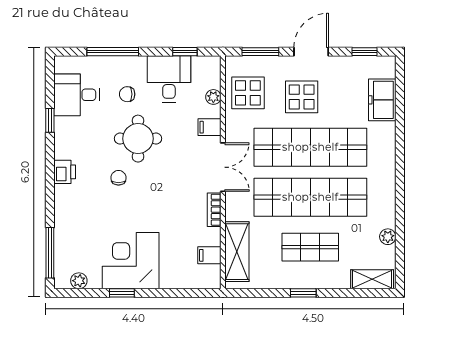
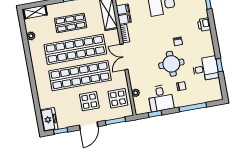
desk: (77, 95) -> (206, 69), moved
freezer: (382, 100) -> (49, 120), moved
filing cabinet: (210, 127) -> (124, 19), moved
printer: (65, 172) -> (204, 25), moved

